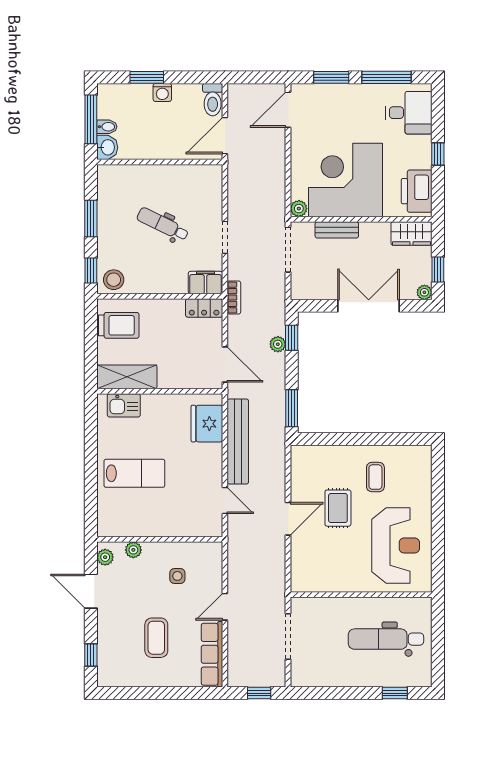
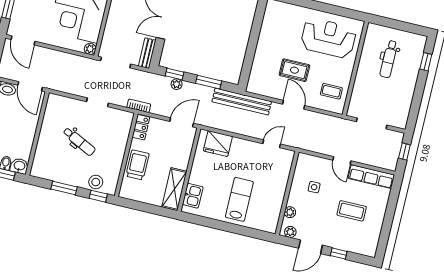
dental chair: (163, 224) -> (79, 141), turned -90
bench: (337, 230) -> (147, 53), moved
stool: (114, 280) -> (96, 182), moved
filing cabinet: (205, 283) -> (124, 122), removed
trolley: (119, 325) -> (137, 165), moved
window: (292, 408) -> (209, 82), moved
bench: (238, 441) -> (242, 102), moved
coffee table: (375, 477) -> (331, 91), moved
dental chair: (386, 639) -> (389, 59), width x0.73, depth x0.72
window: (91, 655) -> (339, 253), moved

